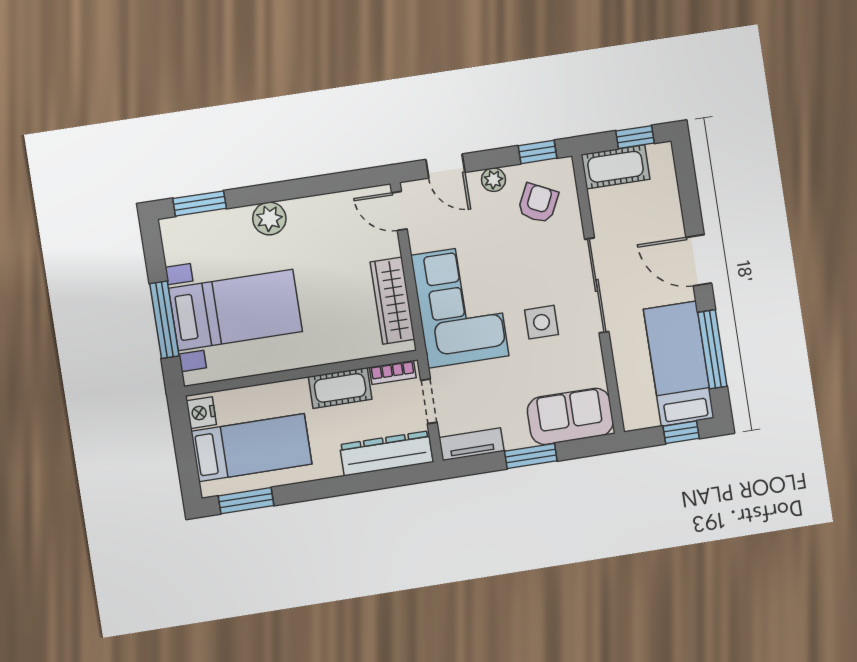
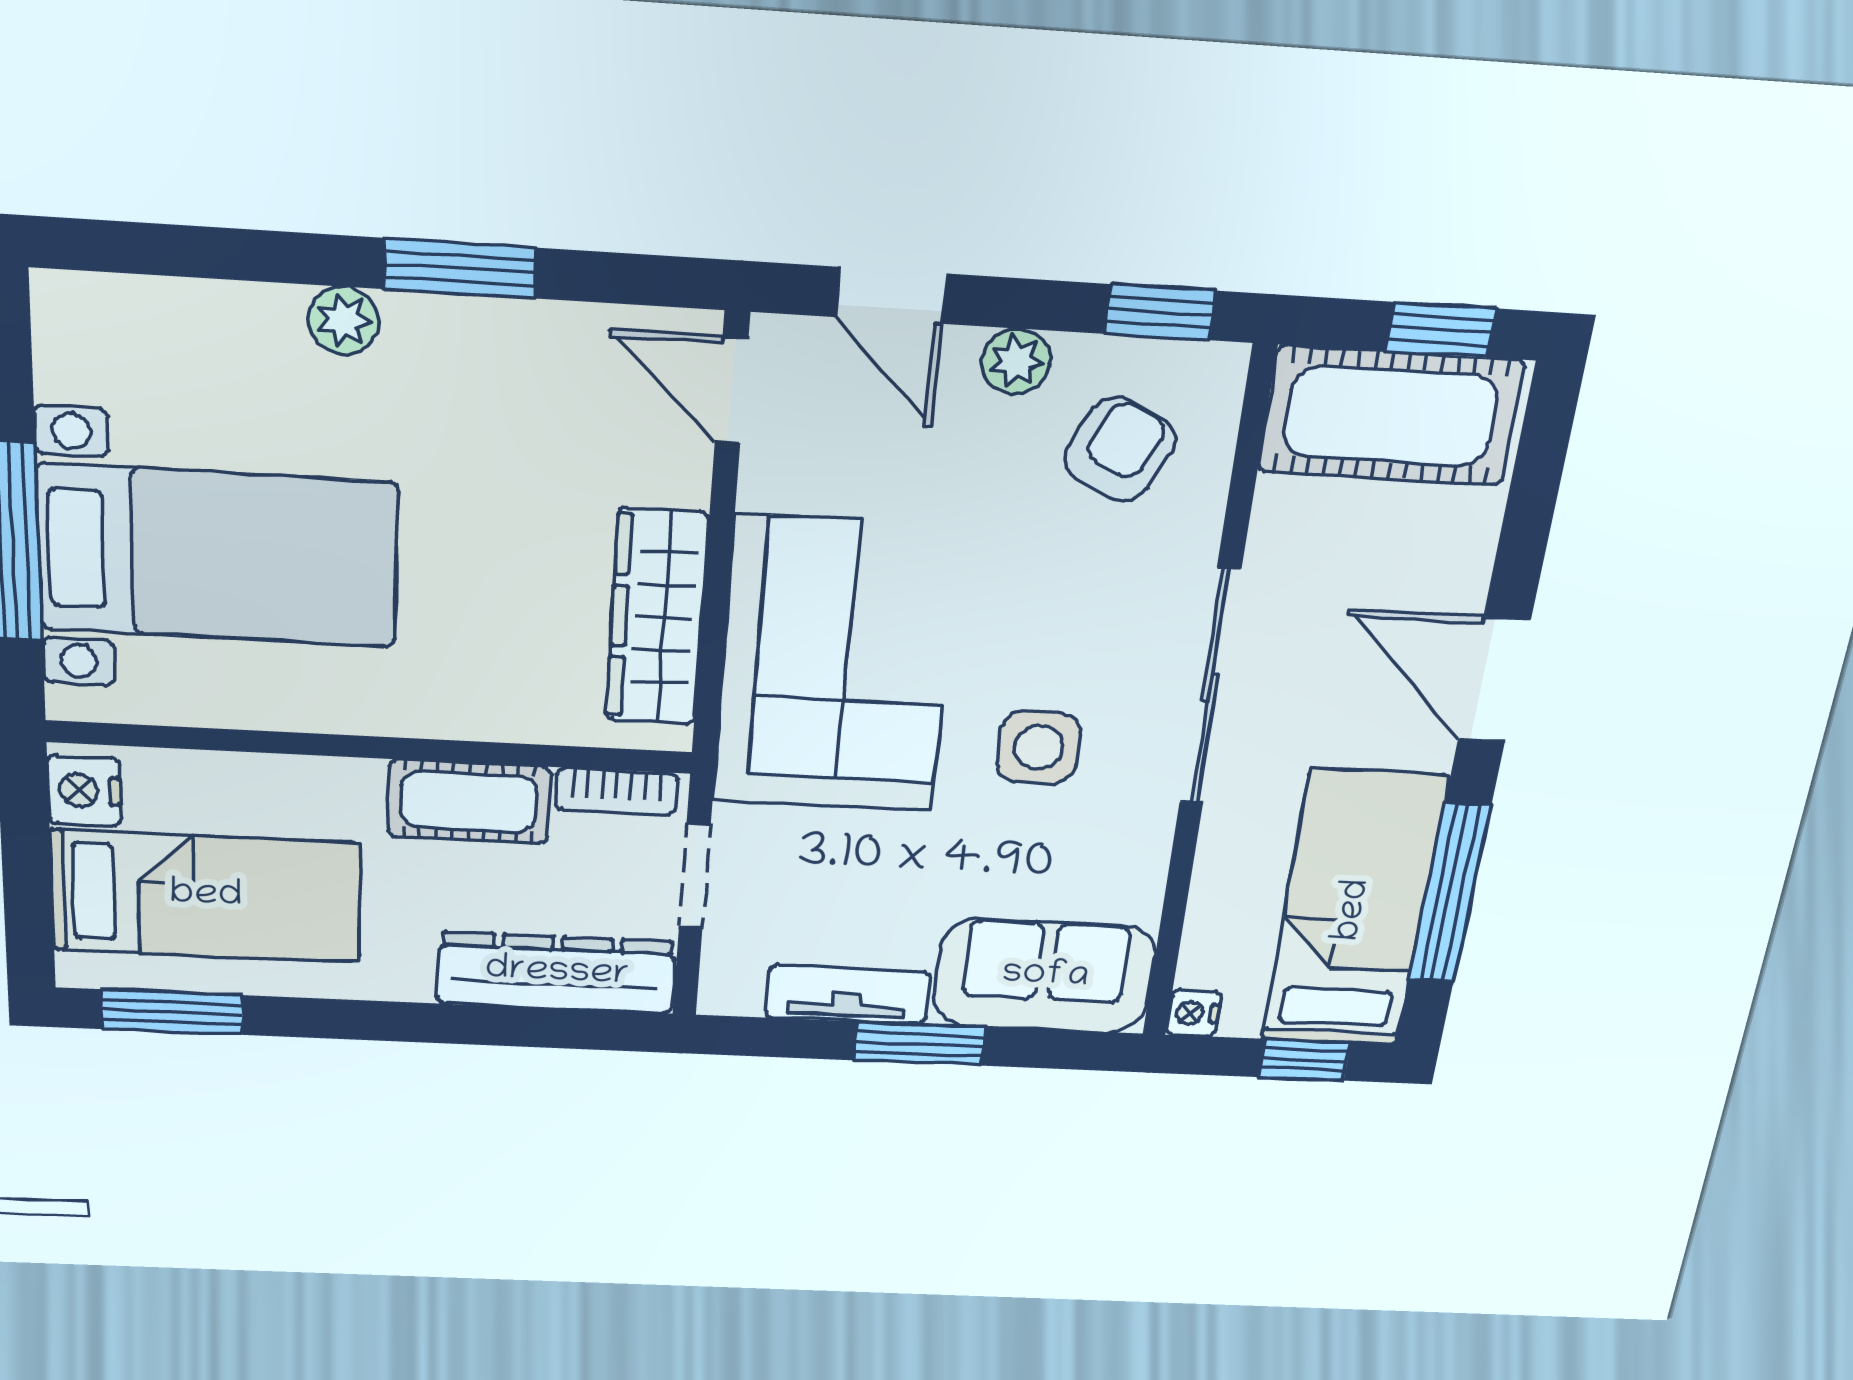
cot: (616, 167) -> (1391, 416), width x1.37, depth x1.34
window: (200, 203) -> (460, 268), moved
plant: (269, 219) -> (344, 320), width x0.73, depth x0.73
nightstand: (632, 421) -> (1194, 1013), added
tv unit: (472, 444) -> (848, 995), moved

